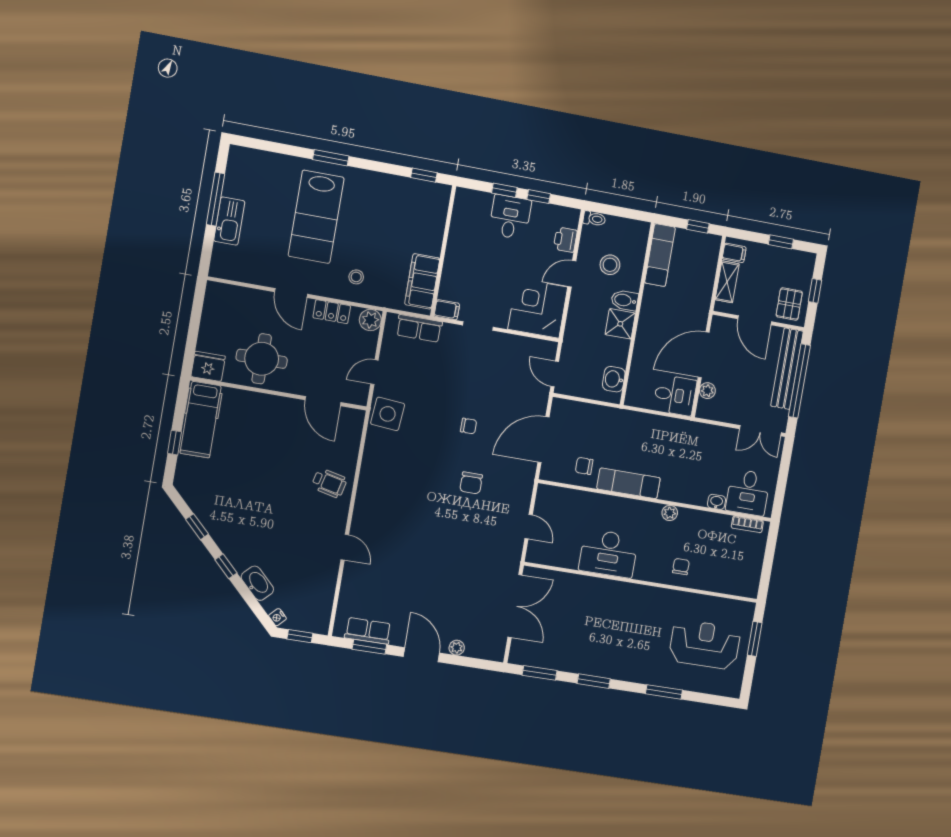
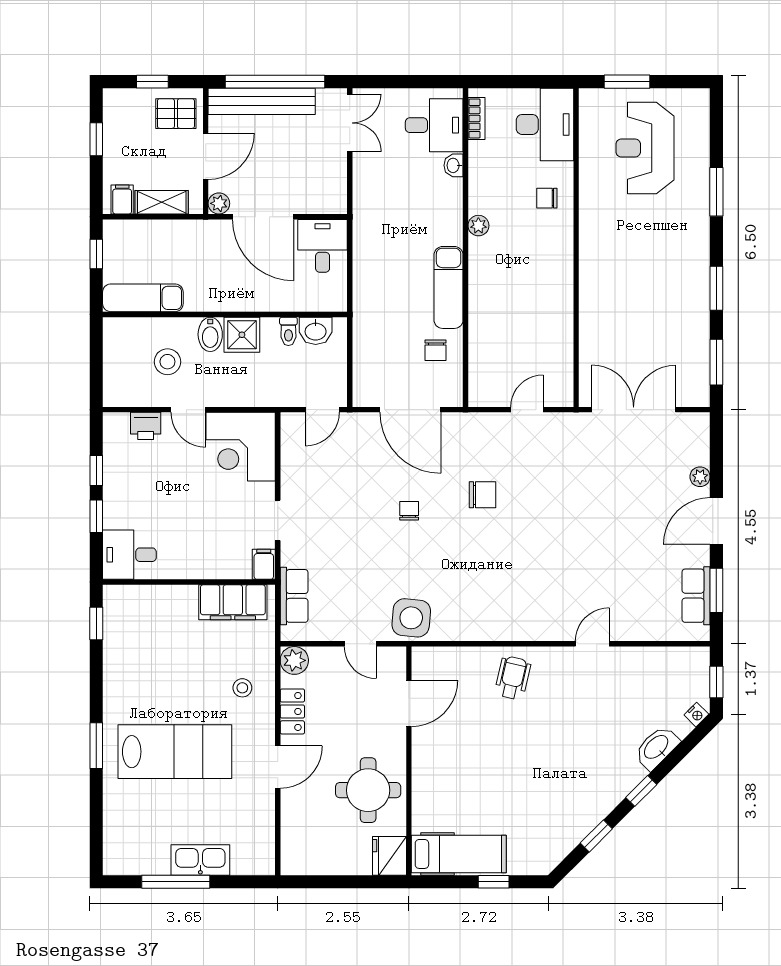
desk: (510, 217) -> (129, 555), moved
toilet: (594, 219) -> (288, 331), moved, turned 180
plant: (707, 391) -> (219, 203), moved
desk: (608, 553) -> (545, 124), moved

